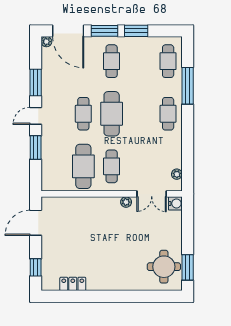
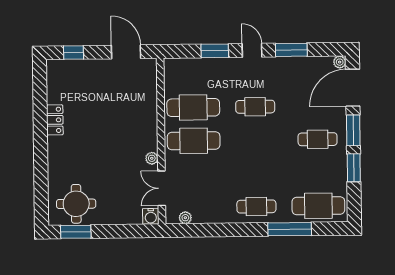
cafe table: (168, 61) -> (318, 206), width x1.37, depth x1.35
cafe table: (112, 114) -> (256, 140), removed
cafe table: (112, 166) -> (194, 141), width x1.37, depth x1.35
locker: (73, 284) -> (55, 120), moved

